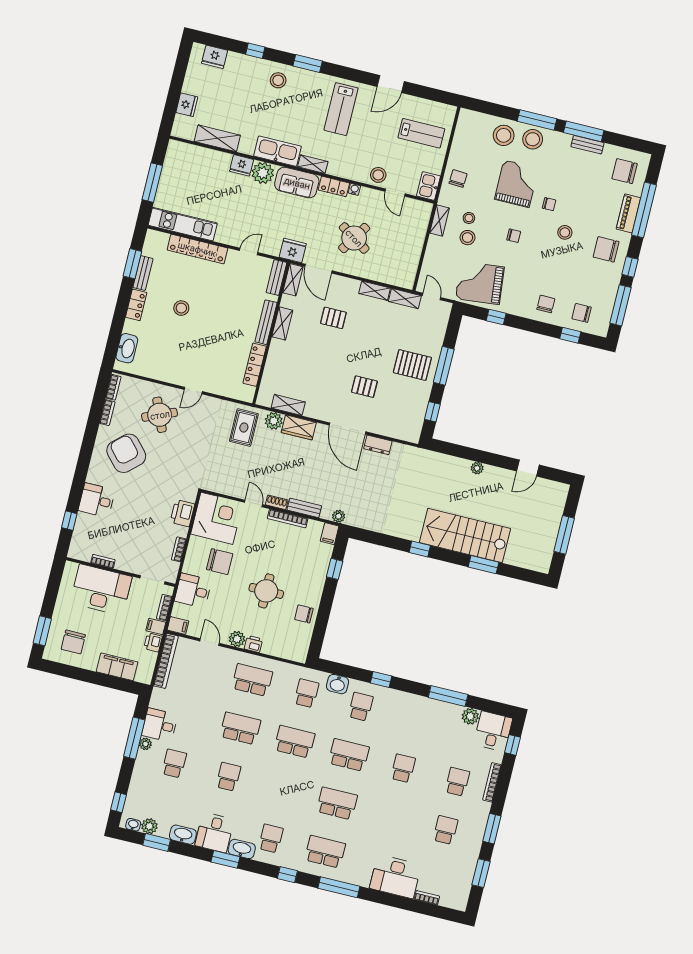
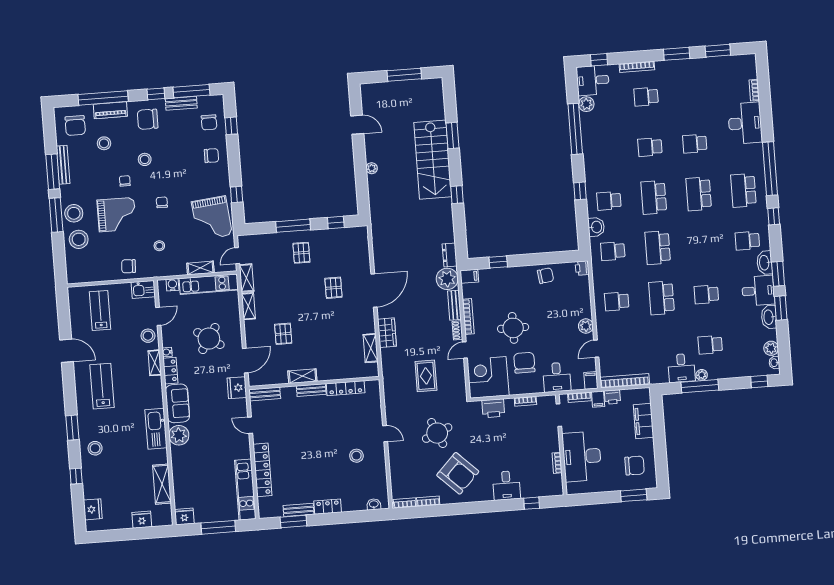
lab bench: (341, 109) -> (102, 386), turned -90
bench: (587, 145) -> (63, 165), width x1.36
shelving: (313, 164) -> (155, 363), moved
fridge: (242, 165) -> (184, 516), moved, turned -90
grand piano: (516, 184) -> (117, 215), turned 180
water cooler: (423, 218) -> (172, 285), added
shelving: (439, 221) -> (200, 268), moved
stool: (468, 238) -> (104, 143), moved
chair: (606, 249) -> (148, 119), turned 90
kitchen unit: (411, 257) -> (209, 284), added
shelving: (293, 280) -> (262, 379), removed
bench: (611, 290) -> (181, 103), added
chair: (546, 304) -> (211, 156), turned 180
stool: (181, 308) -> (356, 456), moved
bench: (266, 322) -> (311, 390), width x0.73
washbasin: (127, 348) -> (374, 504), width x0.52, depth x0.69
pallet: (412, 365) -> (301, 253), width x0.67, depth x0.71
round table: (160, 415) -> (437, 433), moved
plant: (274, 421) -> (388, 356), removed
rug: (244, 427) -> (426, 376), moved, turned 90
dresser: (378, 445) -> (450, 255), moved, turned 180
armchair: (126, 453) -> (458, 473), turned -94
plant: (339, 516) -> (447, 279), width x1.88, depth x1.88
round table: (266, 591) -> (513, 328), moved
chair: (304, 614) -> (545, 276), turned -98
printer: (253, 644) -> (582, 268), moved
school desk: (252, 680) -> (617, 301), width x0.54
window: (448, 696) -> (575, 129), width x1.46
school desk: (445, 830) -> (695, 144), moved
window: (157, 842) -> (781, 308), moved
window: (339, 887) -> (770, 169), width x1.46

